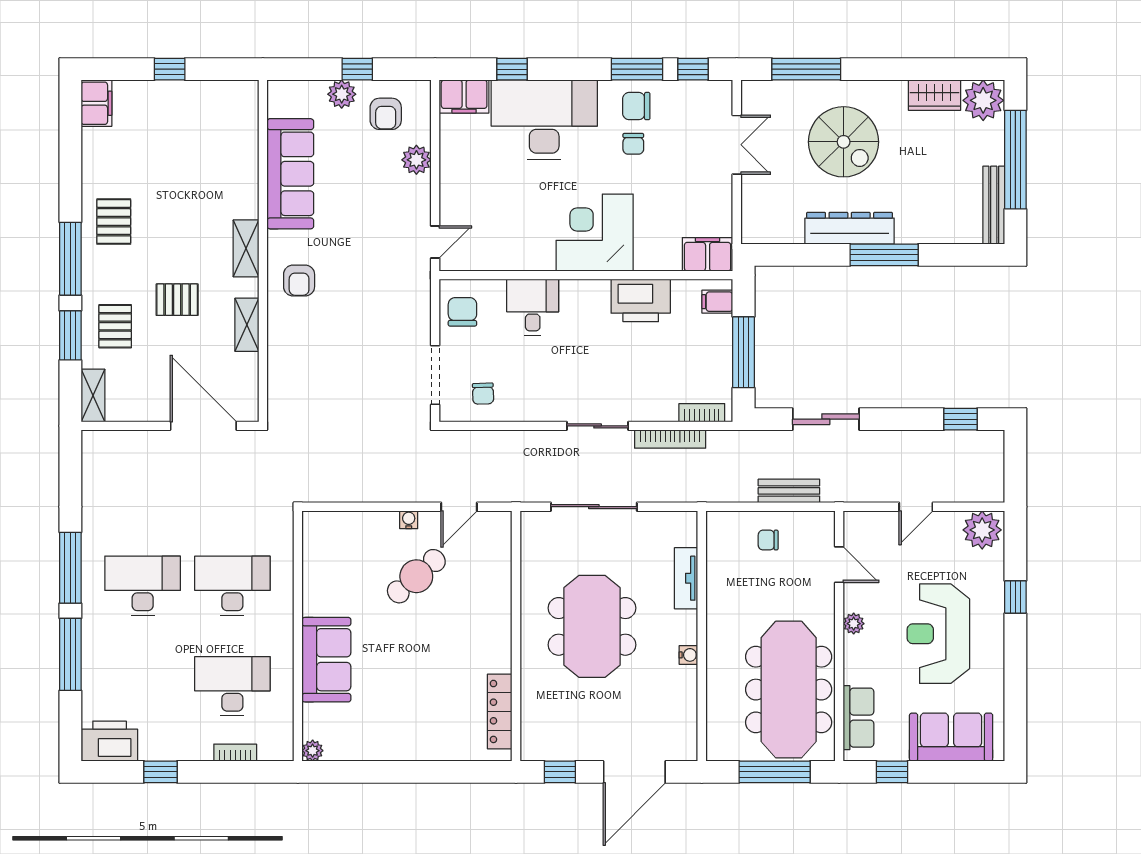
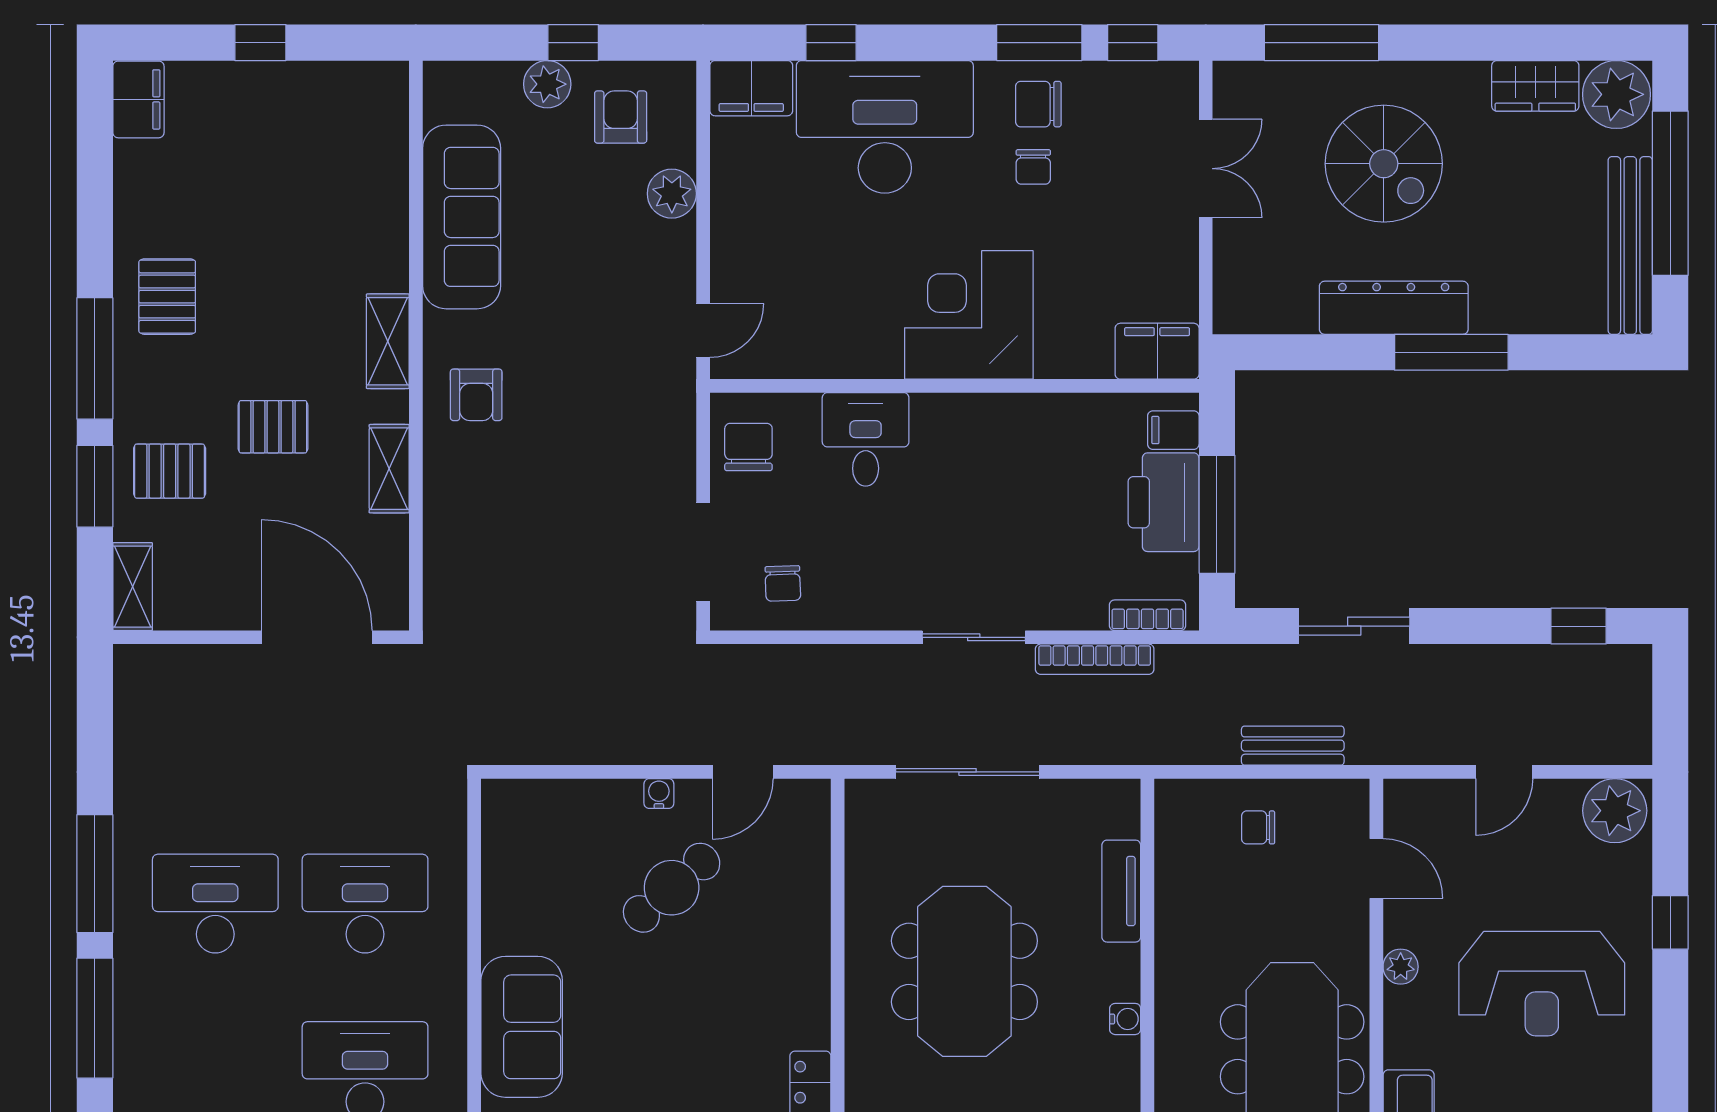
armchair: (386, 114) -> (621, 117), turned 180
bench: (994, 205) -> (1630, 245), width x1.37, depth x1.21
printer: (641, 300) -> (1164, 502), moved, turned 90
pallet: (115, 326) -> (170, 471), turned 90
reception desk: (938, 634) -> (1542, 984), turned -90

